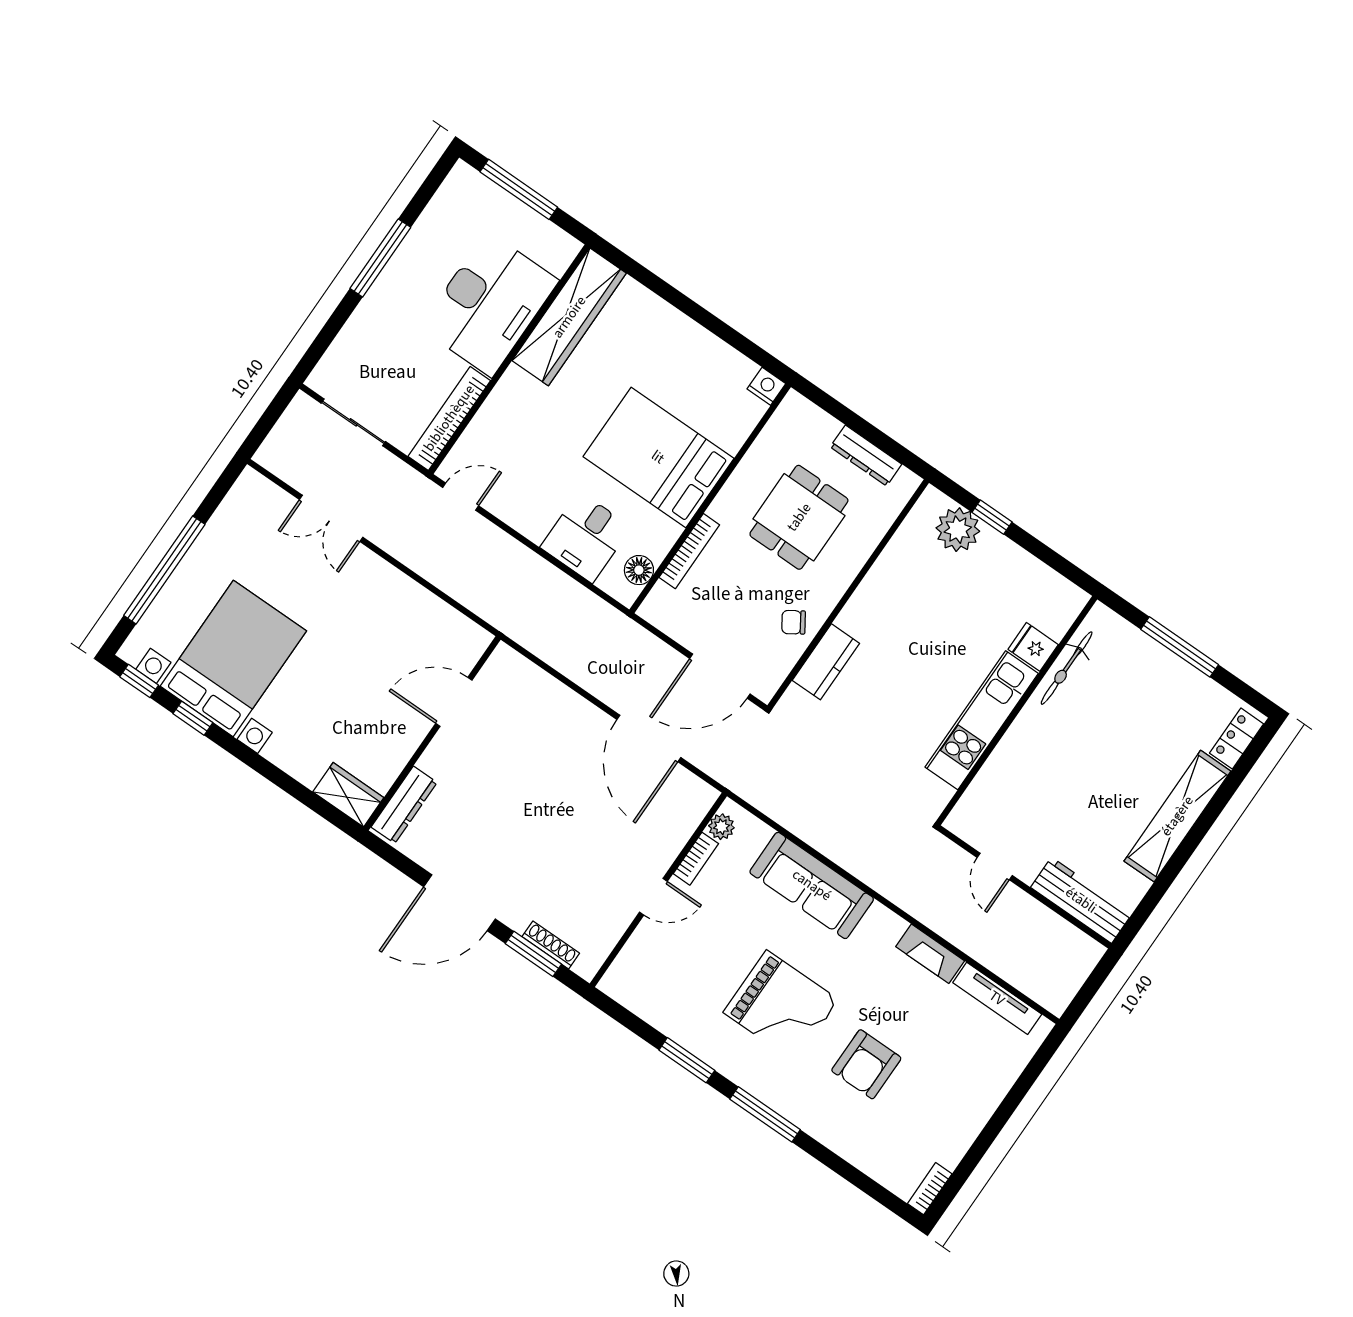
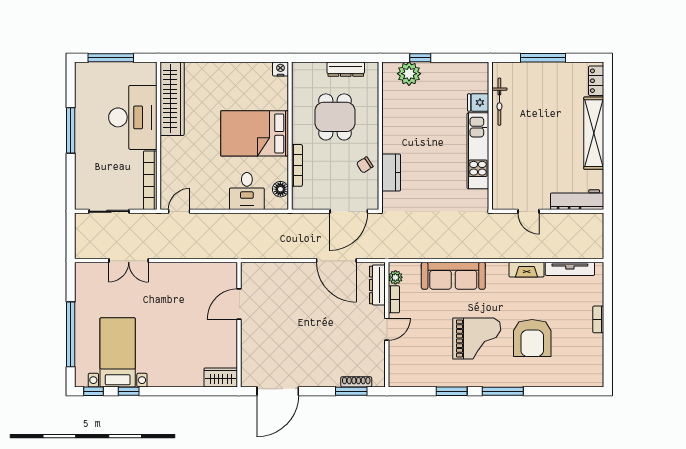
bed with nightstands: (233, 658) -> (118, 352), width x0.73
dresser: (404, 805) -> (377, 285), moved, turned 180
door: (459, 903) -> (278, 391), moved
armchair: (866, 1064) -> (532, 338), width x1.36, depth x1.36
bookcase: (930, 1189) -> (598, 319), moved

